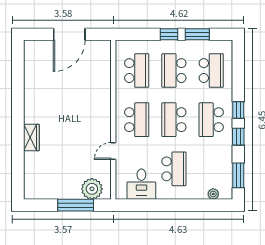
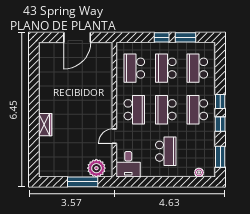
school desk: (137, 71) -> (134, 68), turned 180
school desk: (211, 71) -> (197, 68), turned 180
desk: (141, 184) -> (128, 164), moved

